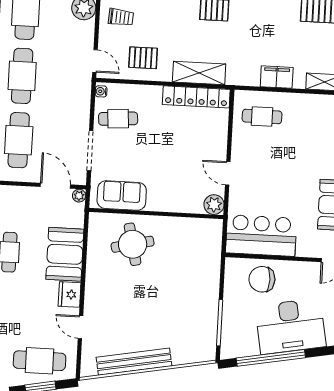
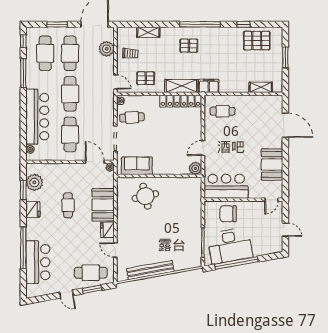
filing cabinet: (277, 77) -> (209, 86), moved
door: (228, 173) -> (203, 148), hinge flipped
desk: (290, 326) -> (230, 246), moved

